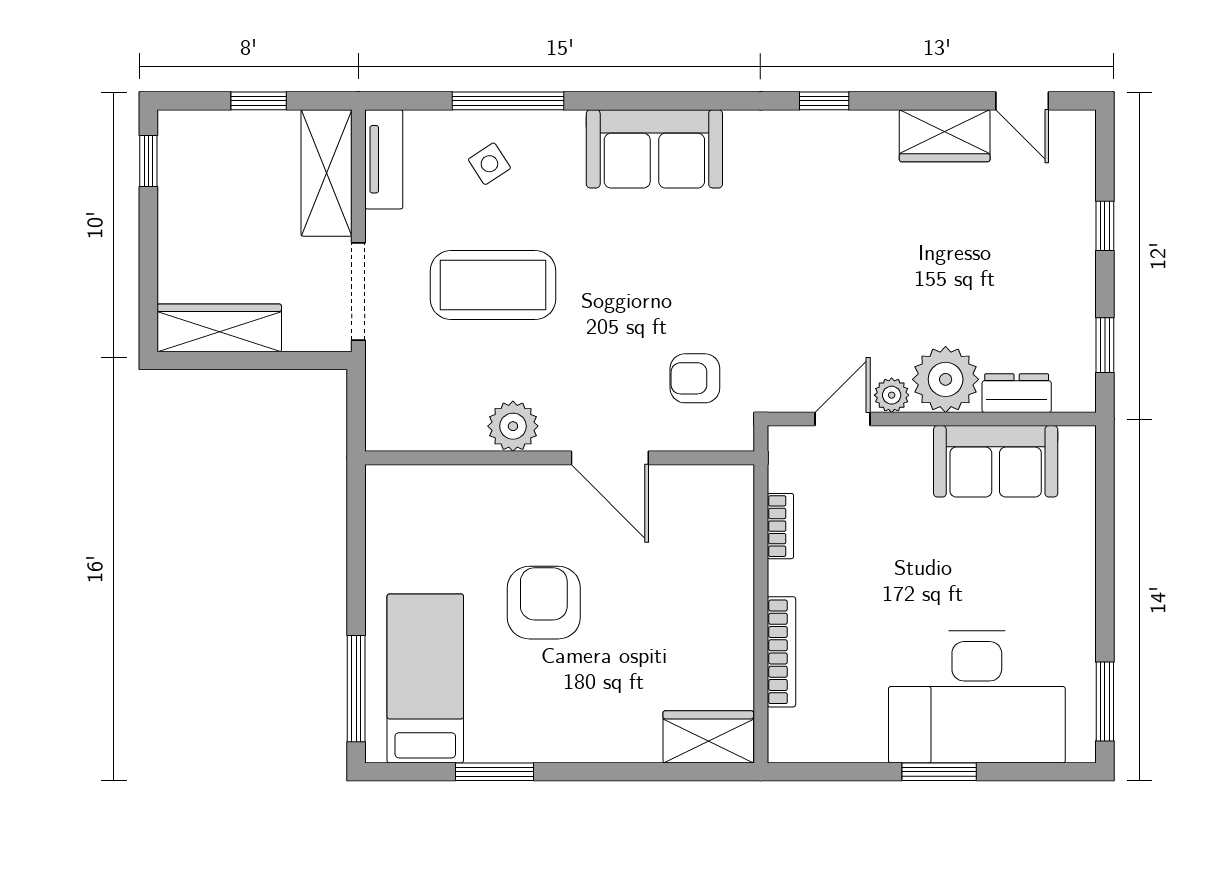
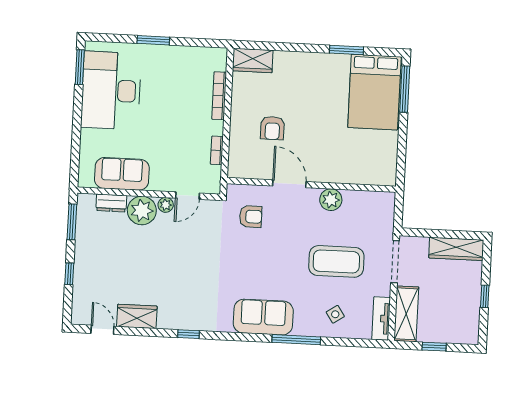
window: (508, 101) -> (296, 340), moved
window: (148, 161) -> (485, 296), moved
window: (1105, 345) -> (72, 222), width x1.50
armchair: (544, 603) -> (272, 128), moved, width x0.72, depth x0.72
bed: (425, 678) -> (374, 92), width x1.50
desk: (977, 697) -> (111, 90), moved, turned -90

